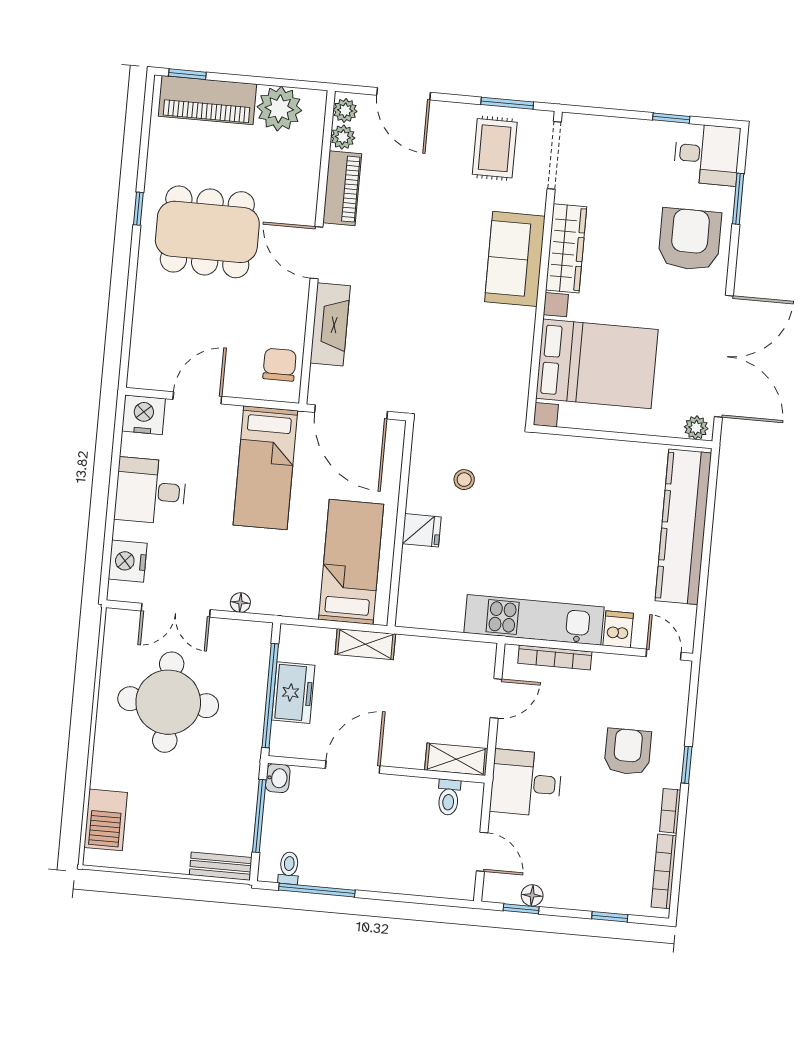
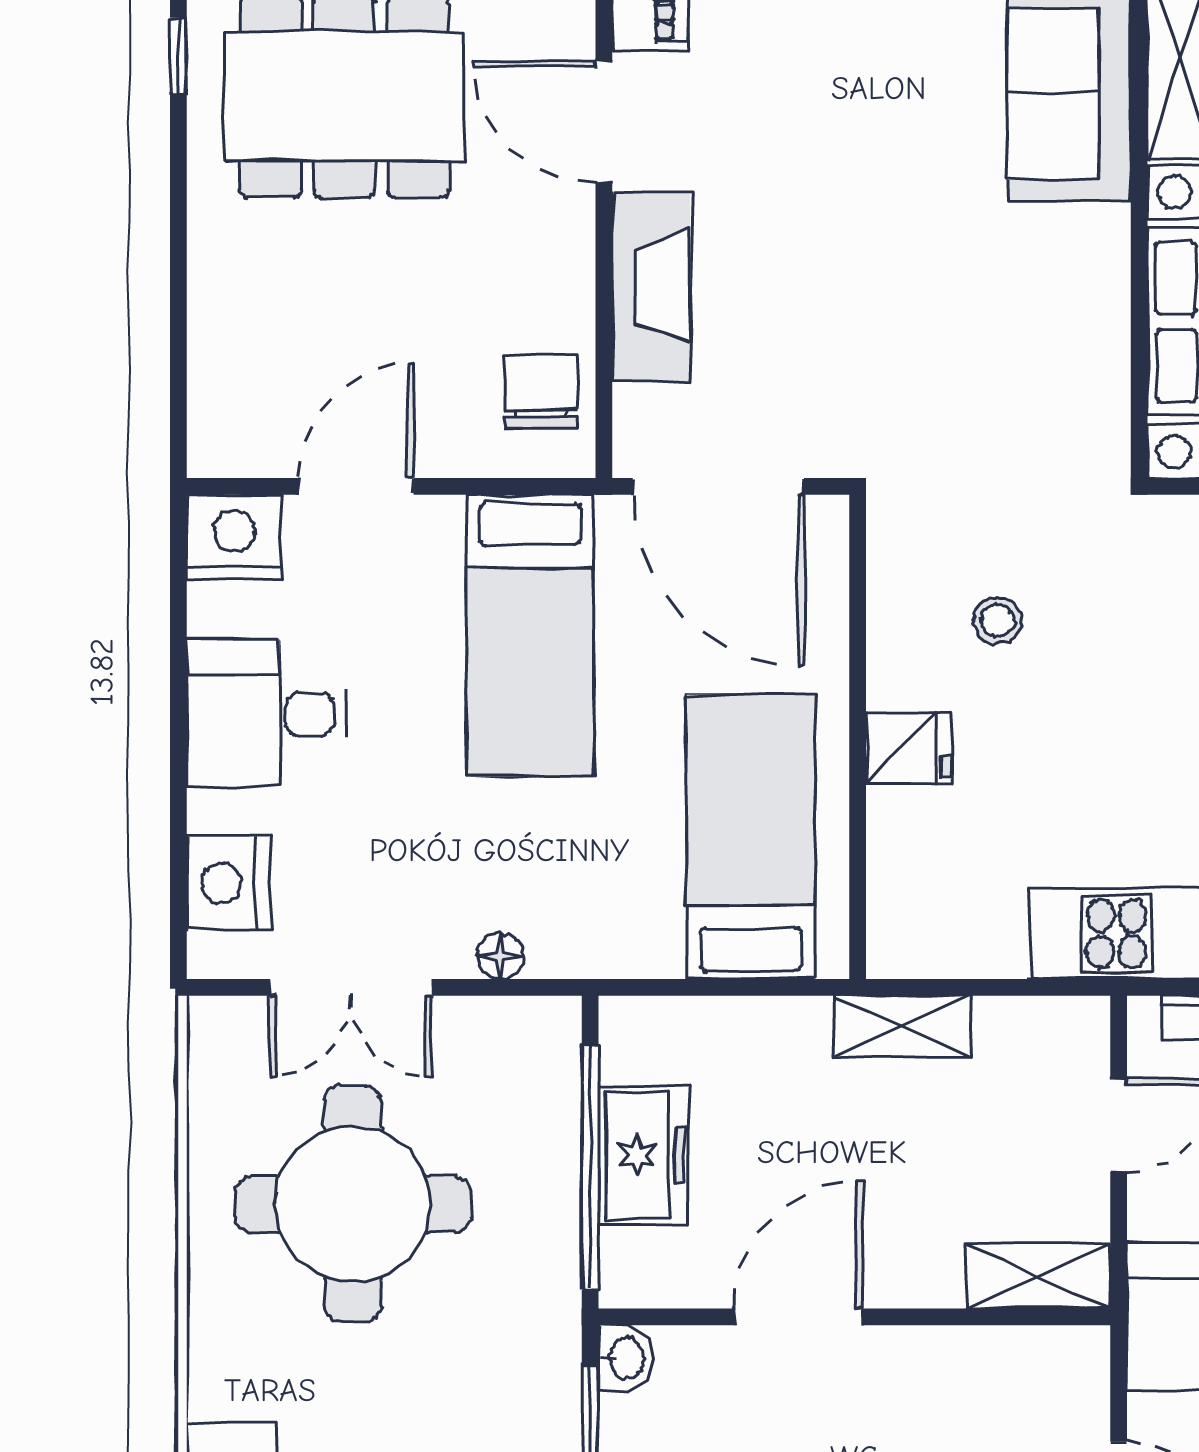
shelving: (365, 644) -> (903, 1026), moved
toilet: (449, 797) -> (1029, 1367), removed

